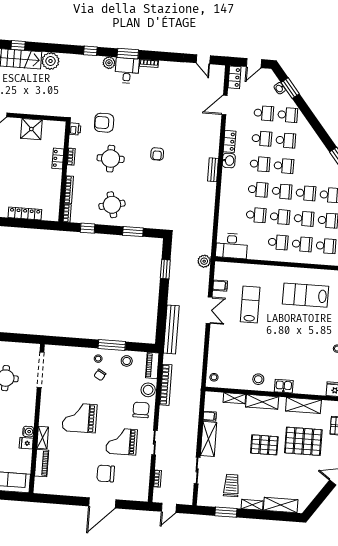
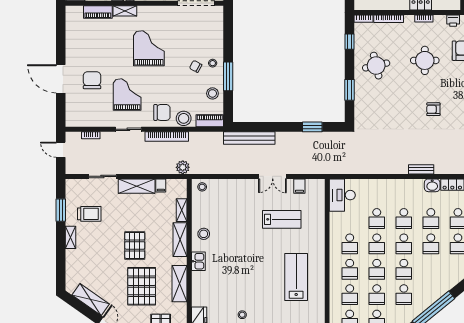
plant: (204, 261) -> (183, 167), moved
bookcase: (166, 385) -> (167, 137), moved
shelving: (281, 505) -> (91, 299), moved, turned -55

